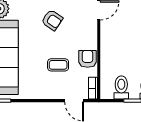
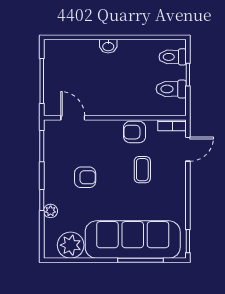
armchair: (52, 20) -> (85, 177), turned 56

